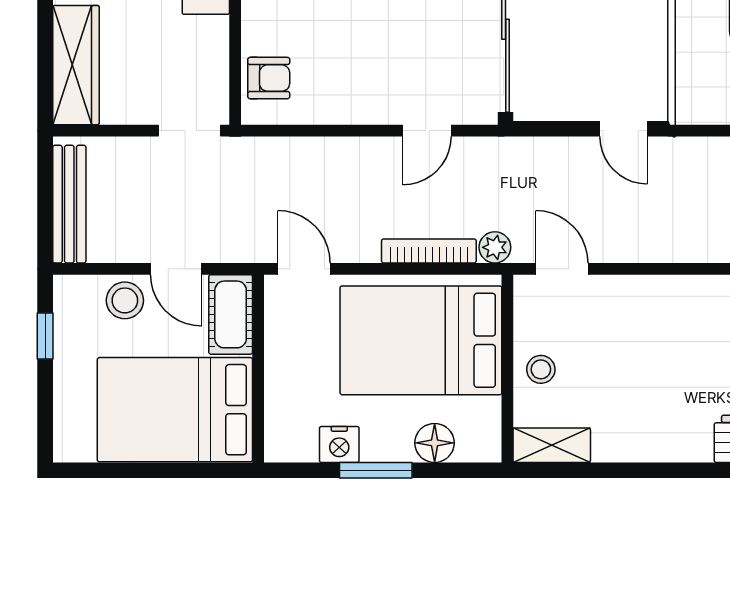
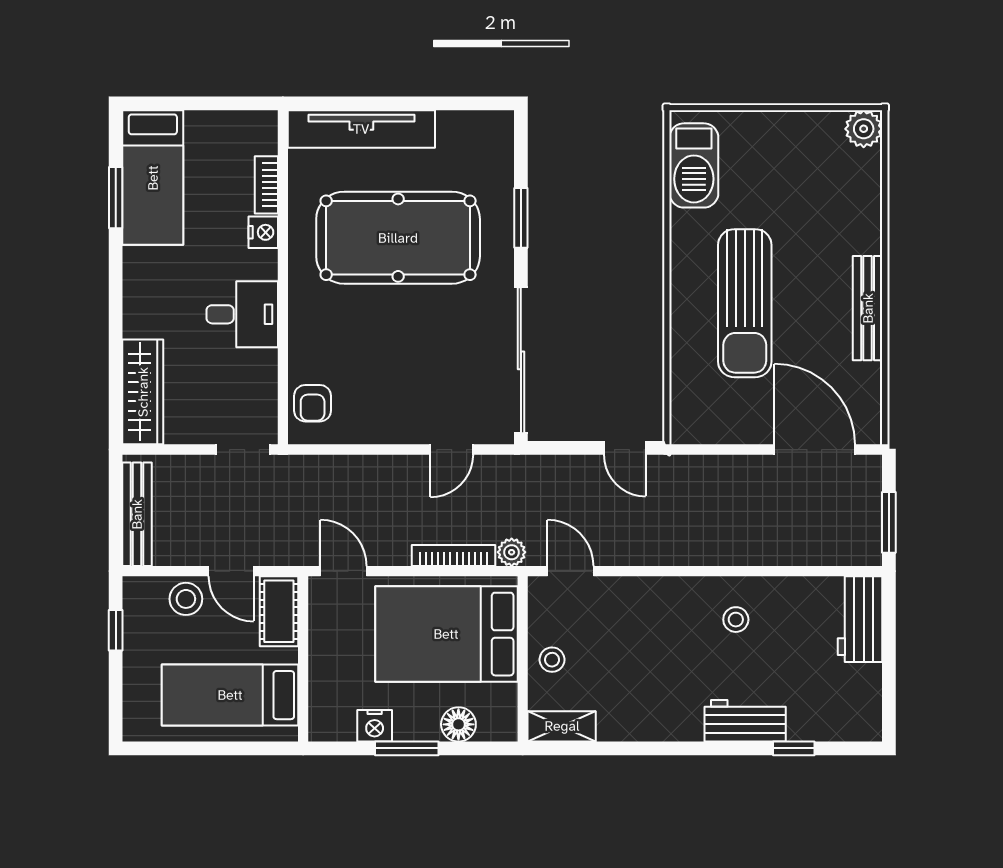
armchair: (269, 78) -> (313, 403), turned 90
bed: (175, 410) -> (230, 695), width x0.67

